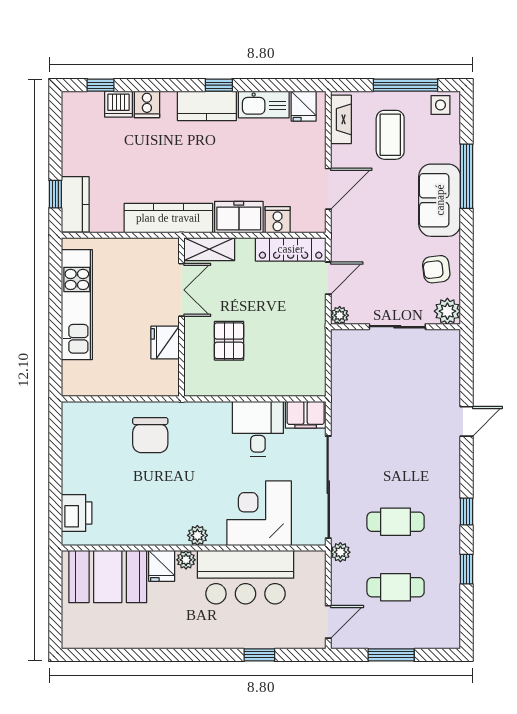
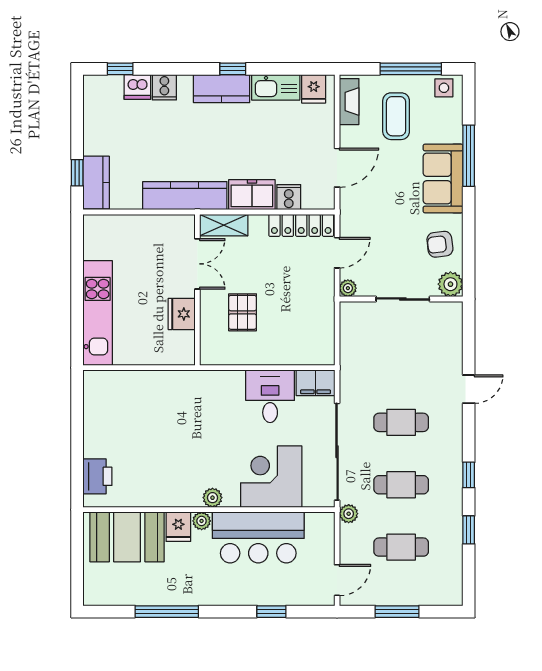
kitchen unit: (77, 305) -> (98, 313), moved
chair: (150, 435) -> (168, 402), removed
cafe table: (396, 456) -> (401, 422), added
window: (149, 655) -> (167, 612), added

